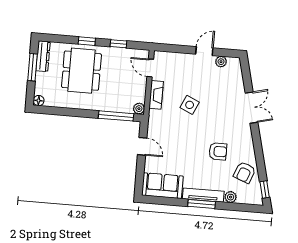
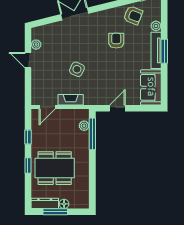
floor lamp: (39, 101) -> (64, 204), moved
plant: (139, 109) -> (84, 126), moved

